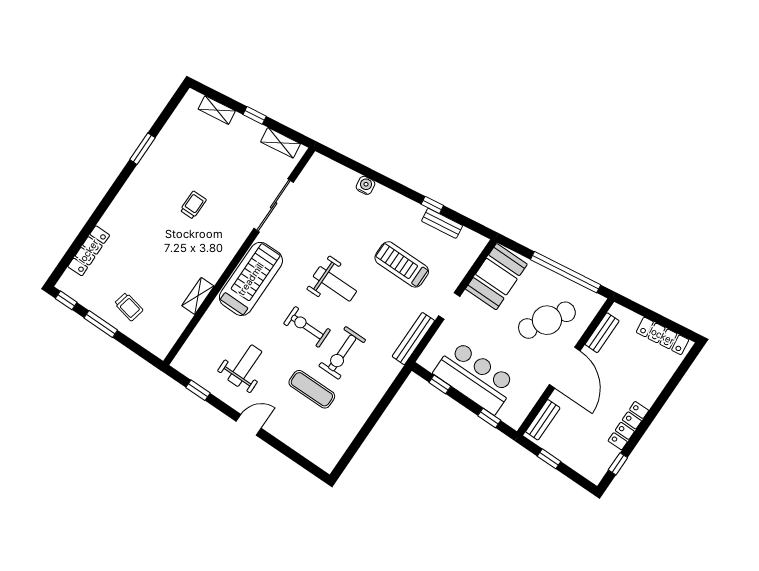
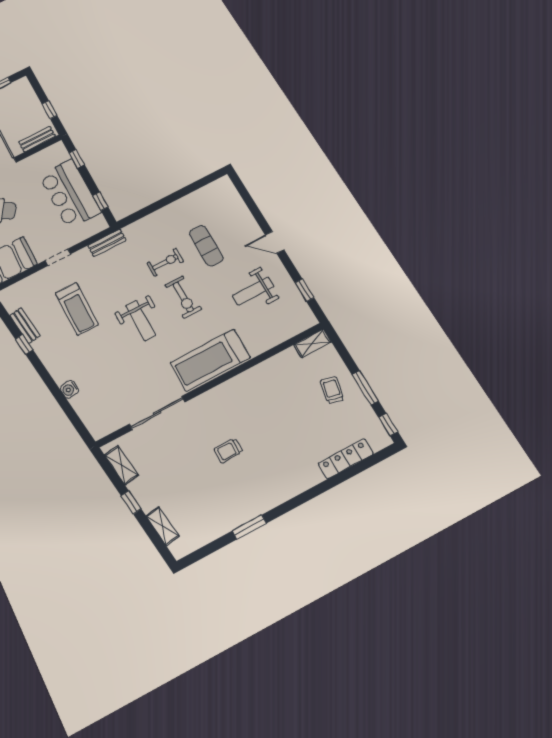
weight bench: (335, 284) -> (141, 321), turned 180
shelving: (198, 296) -> (312, 343), moved
bench: (413, 339) -> (107, 243), width x0.73
exercise bike: (342, 353) -> (165, 262), width x0.73, depth x0.72

